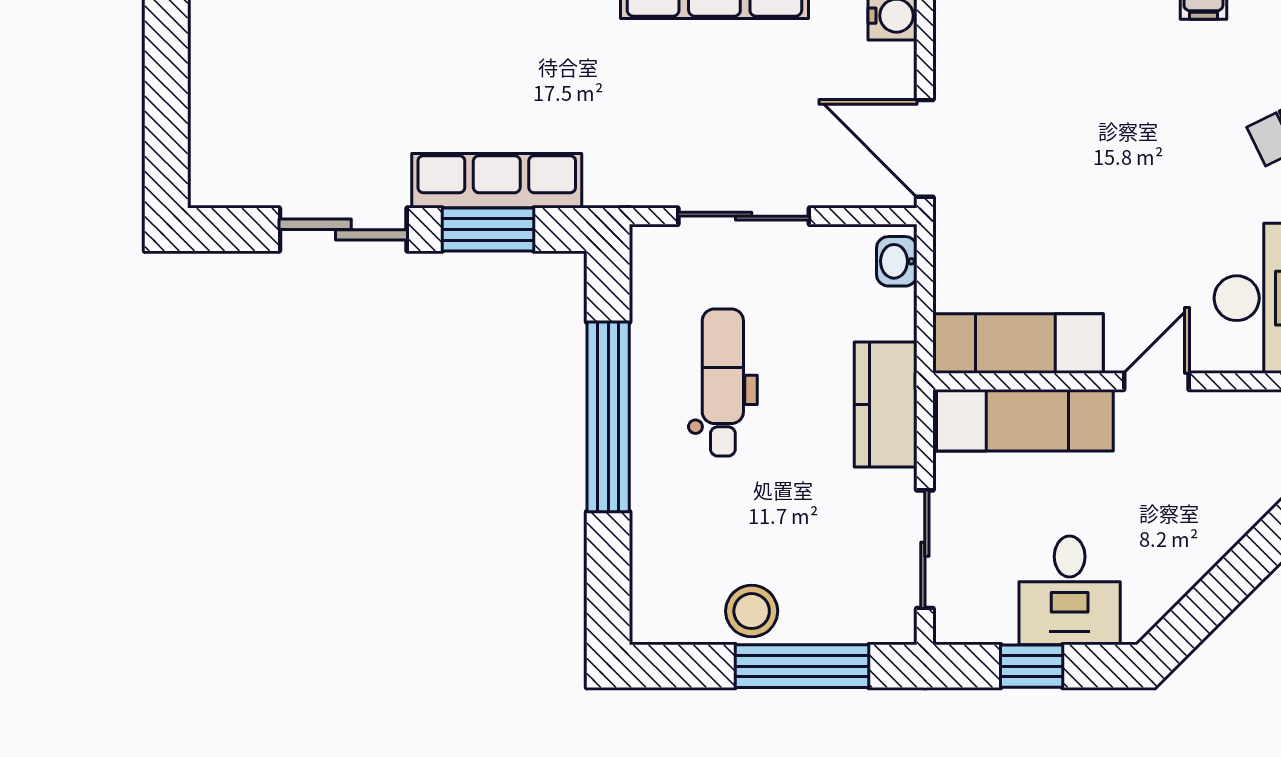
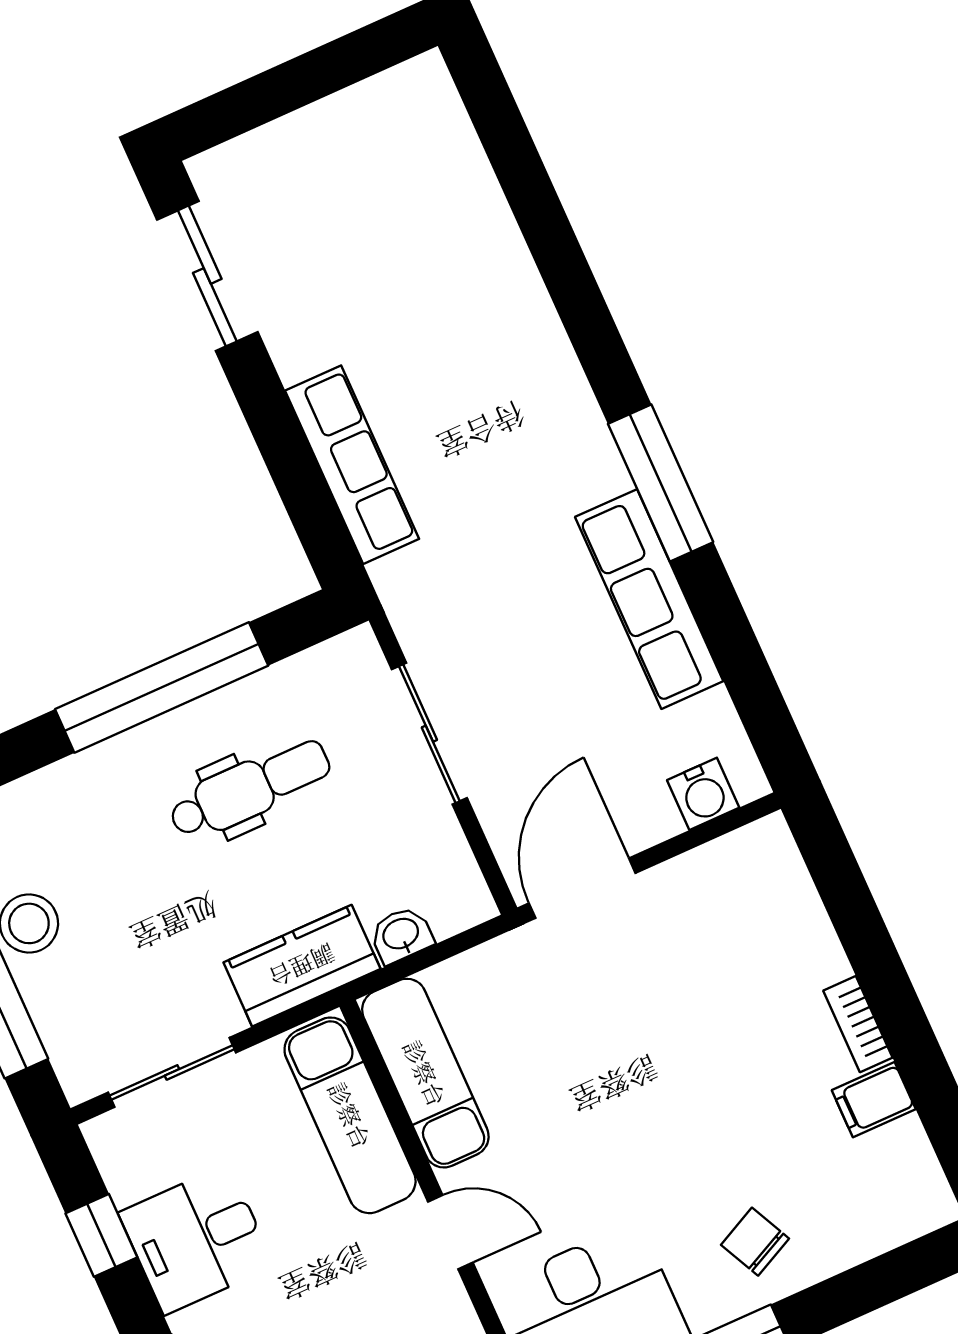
sliding door: (343, 230) -> (207, 276), moved
window: (488, 230) -> (298, 478), removed
washbasin: (897, 261) -> (401, 935), moved

